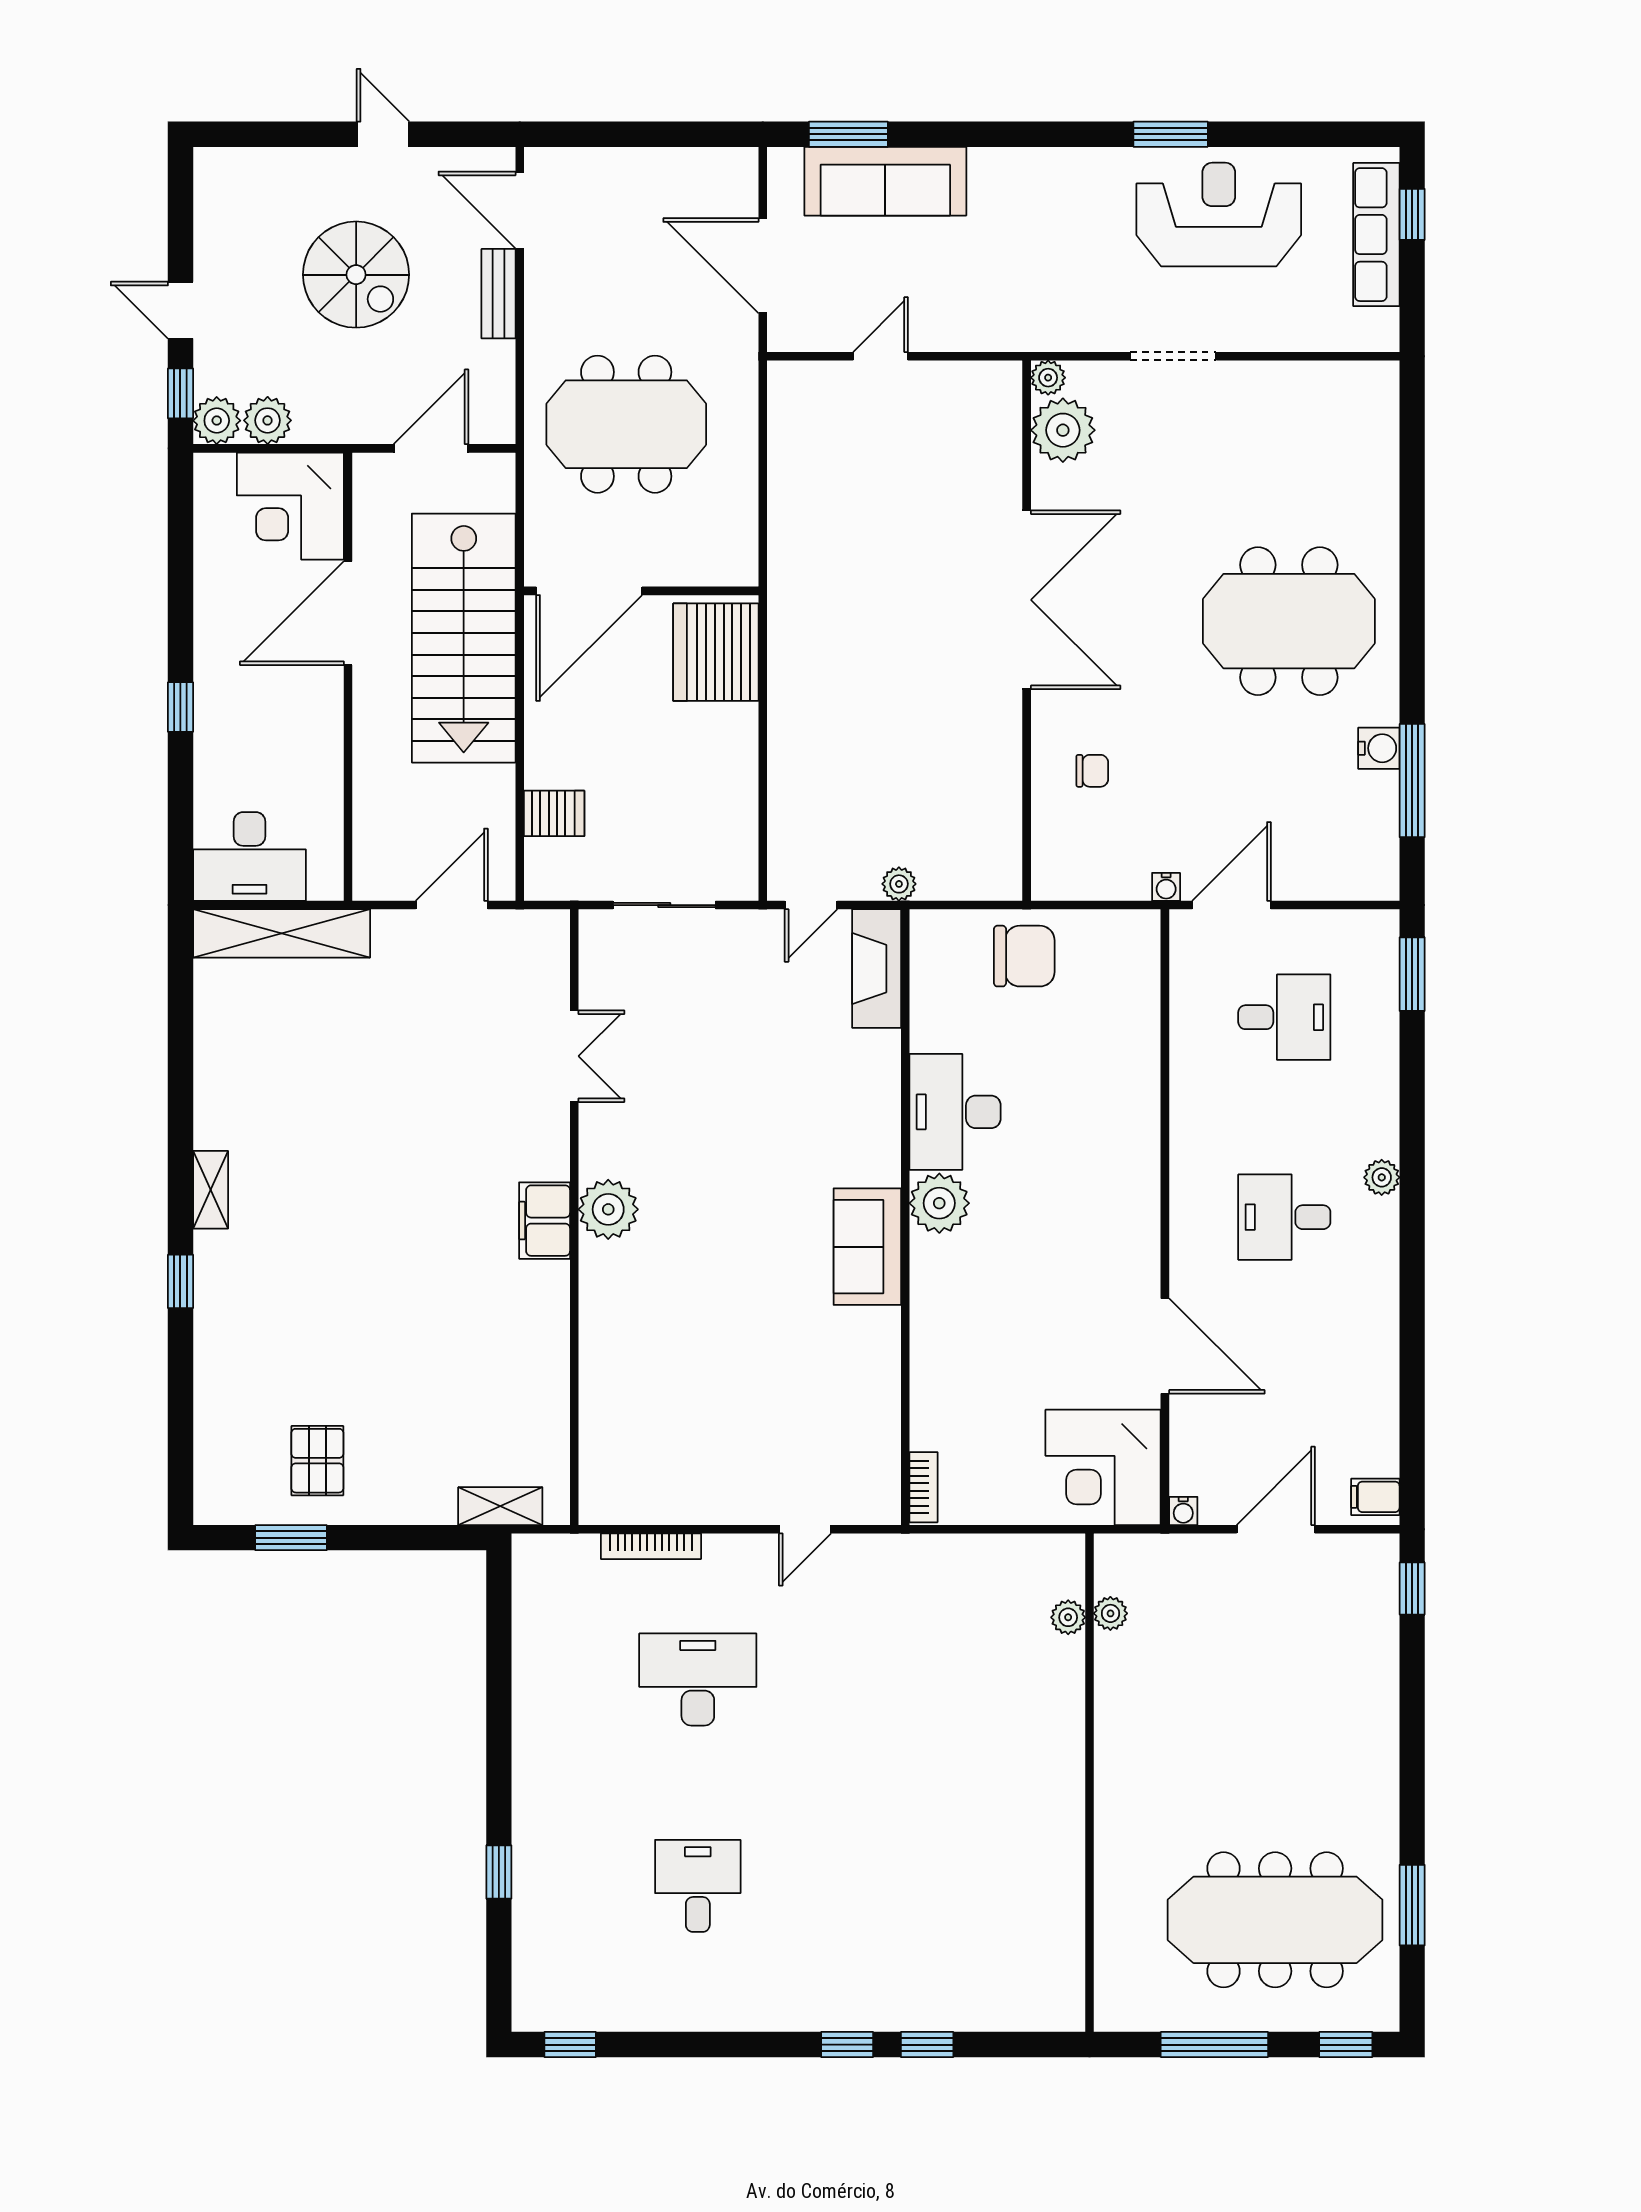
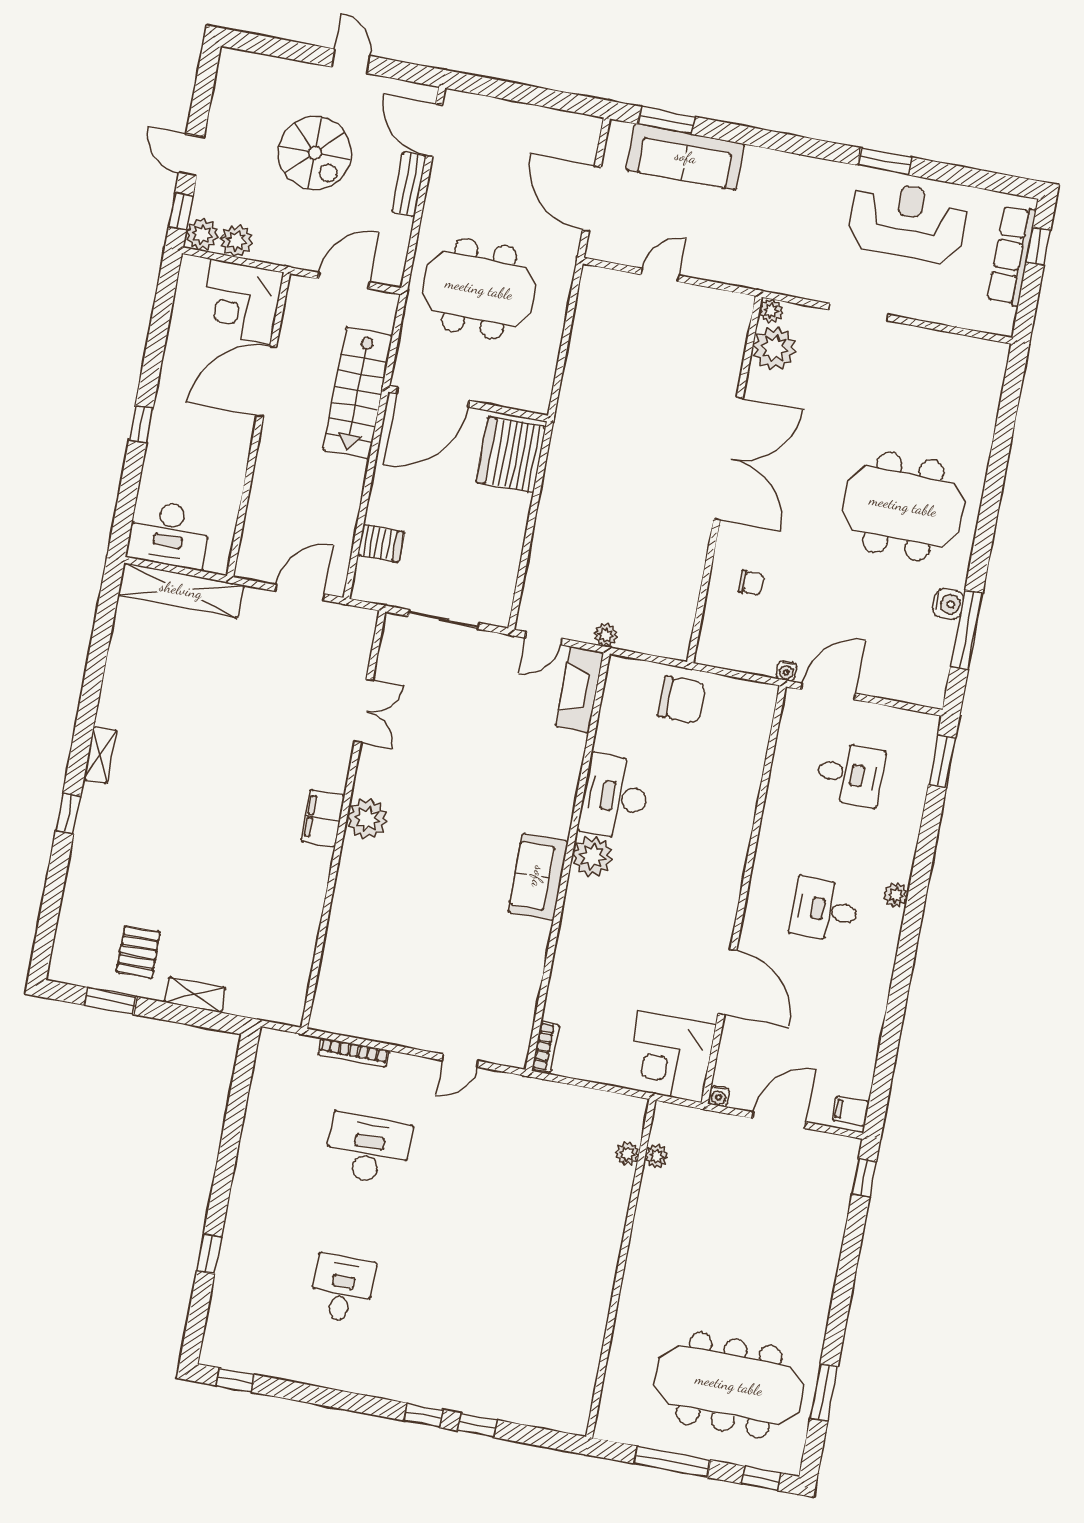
stairs: (464, 638) -> (358, 393), width x0.73, depth x0.66
shelving: (500, 1506) -> (195, 995), moved

